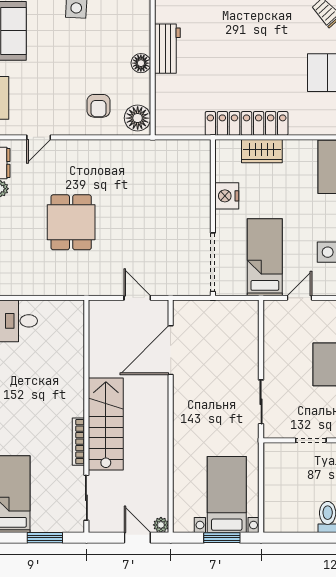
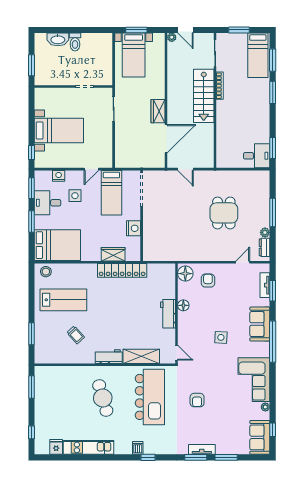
wardrobe: (184, 398) -> (158, 111), added

